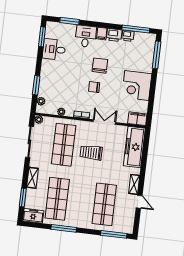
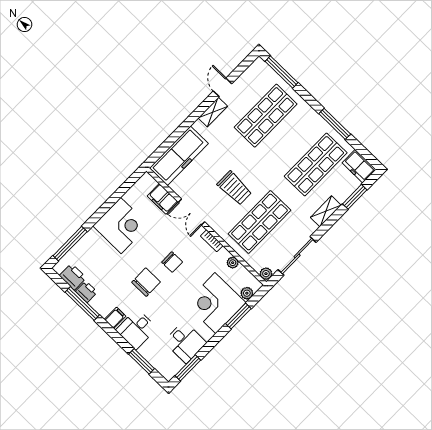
window: (136, 29) -> (82, 303), moved
printer: (114, 35) -> (73, 277), moved
chair: (100, 66) -> (146, 282), turned 180
corner desk: (54, 83) -> (215, 303), added
filing cabinet: (137, 119) -> (163, 199), moved

